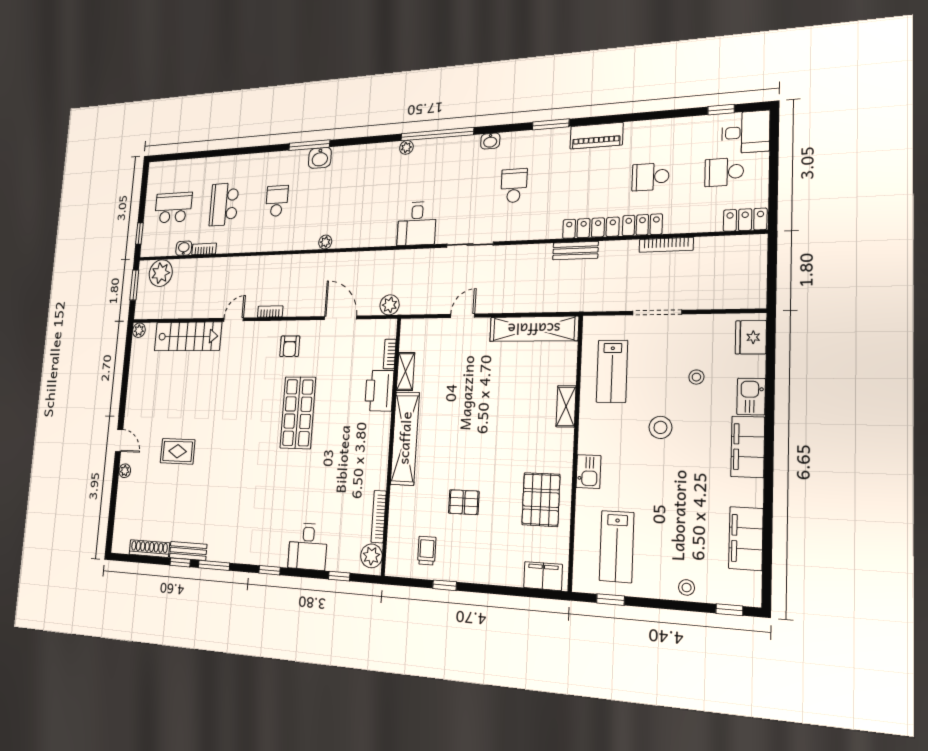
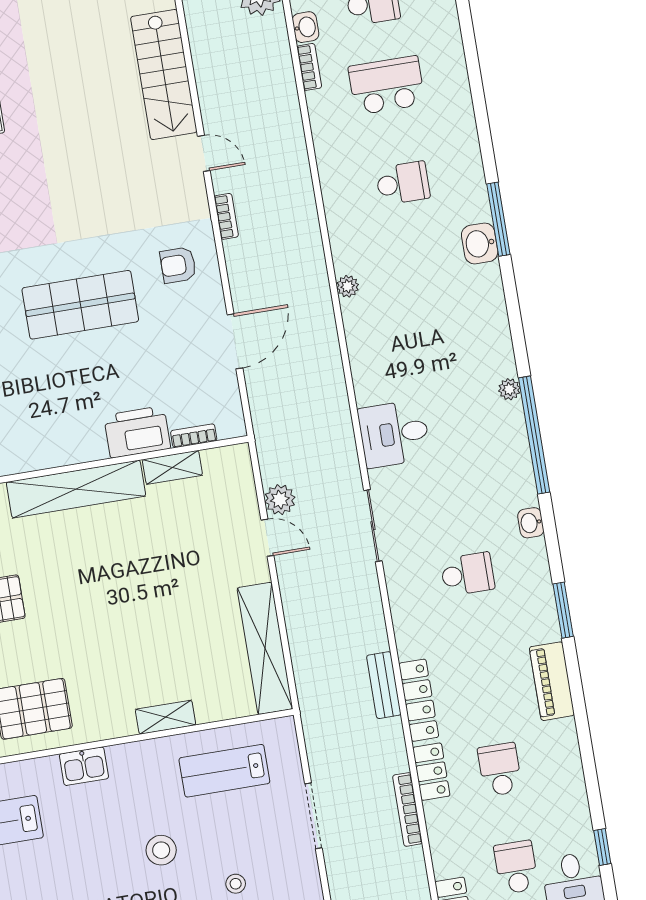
plant: (390, 305) -> (280, 500), moved

